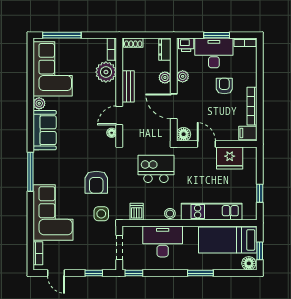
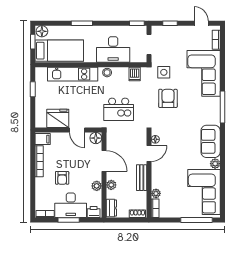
plant: (106, 72) -> (156, 193), width x0.53, depth x0.53

